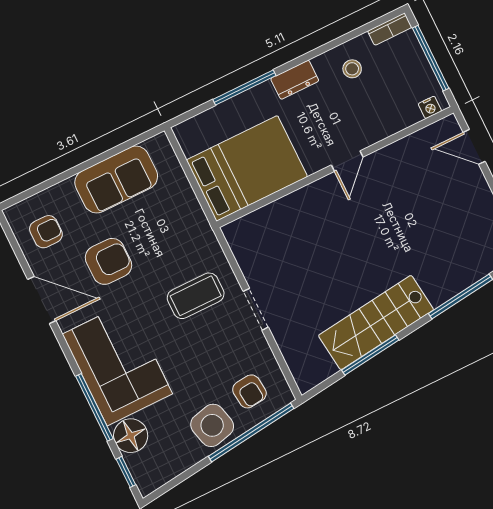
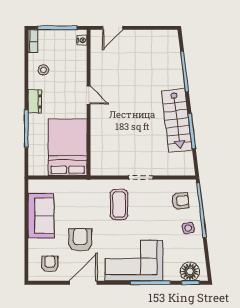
side table: (212, 425) -> (188, 228), width x0.54, depth x0.54
floor lamp: (131, 436) -> (190, 271), moved

